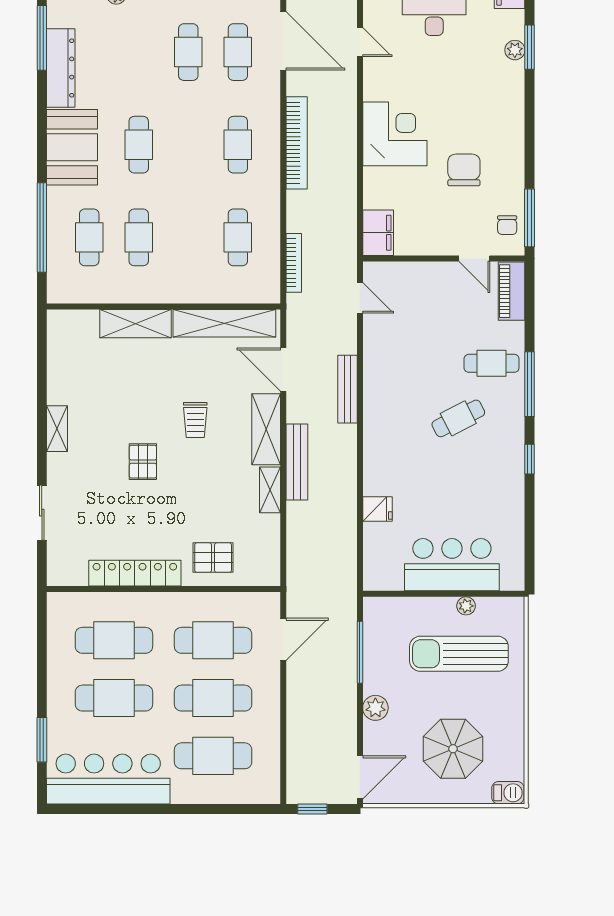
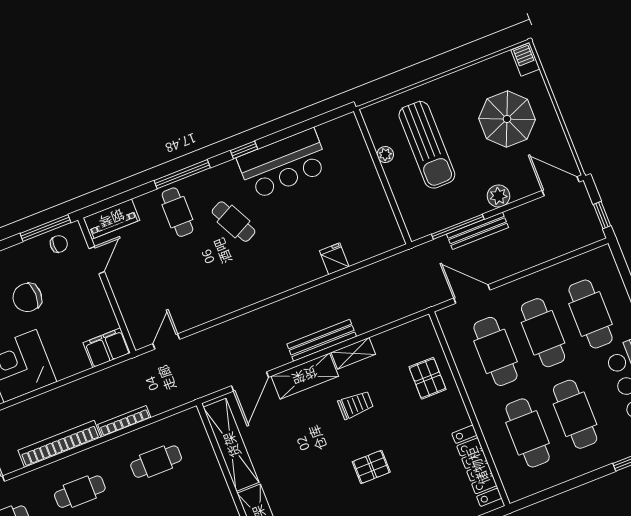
bookcase: (294, 263) -> (124, 421), moved
bench: (348, 389) -> (477, 231), moved
trolley: (195, 420) -> (356, 405), moved
bar counter: (452, 565) -> (283, 164), moved, turned -90
locker: (135, 573) -> (477, 466), moved

